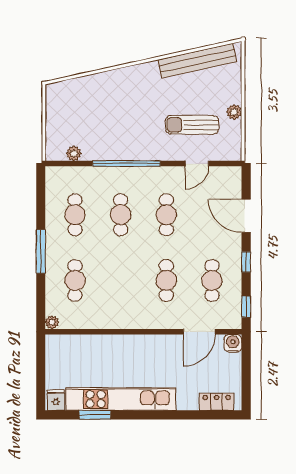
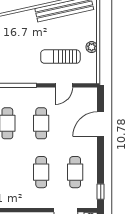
door: (246, 216) -> (101, 124), hinge flipped
window: (246, 262) -> (101, 158), removed

